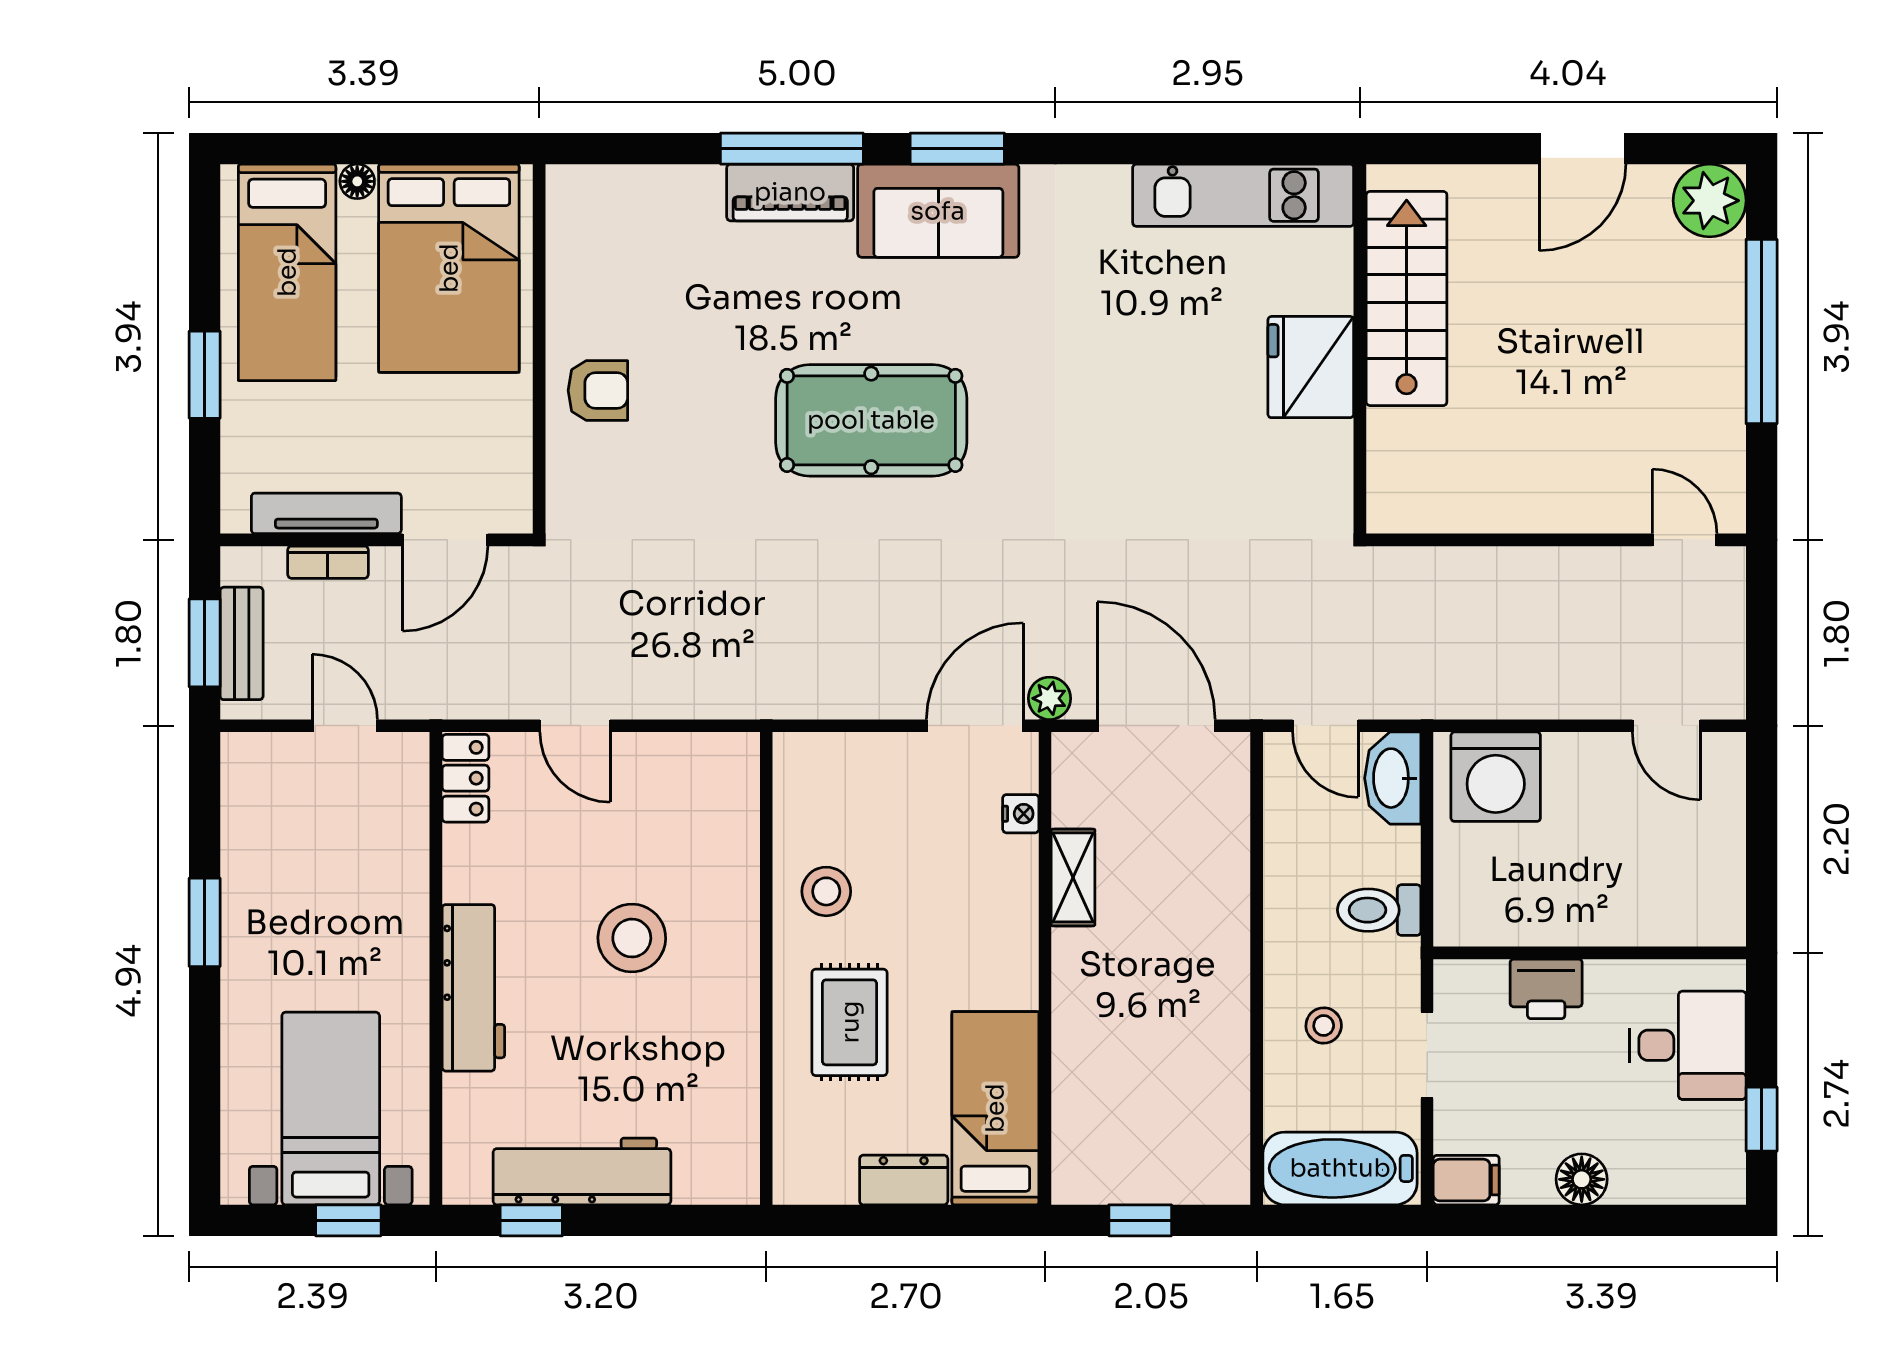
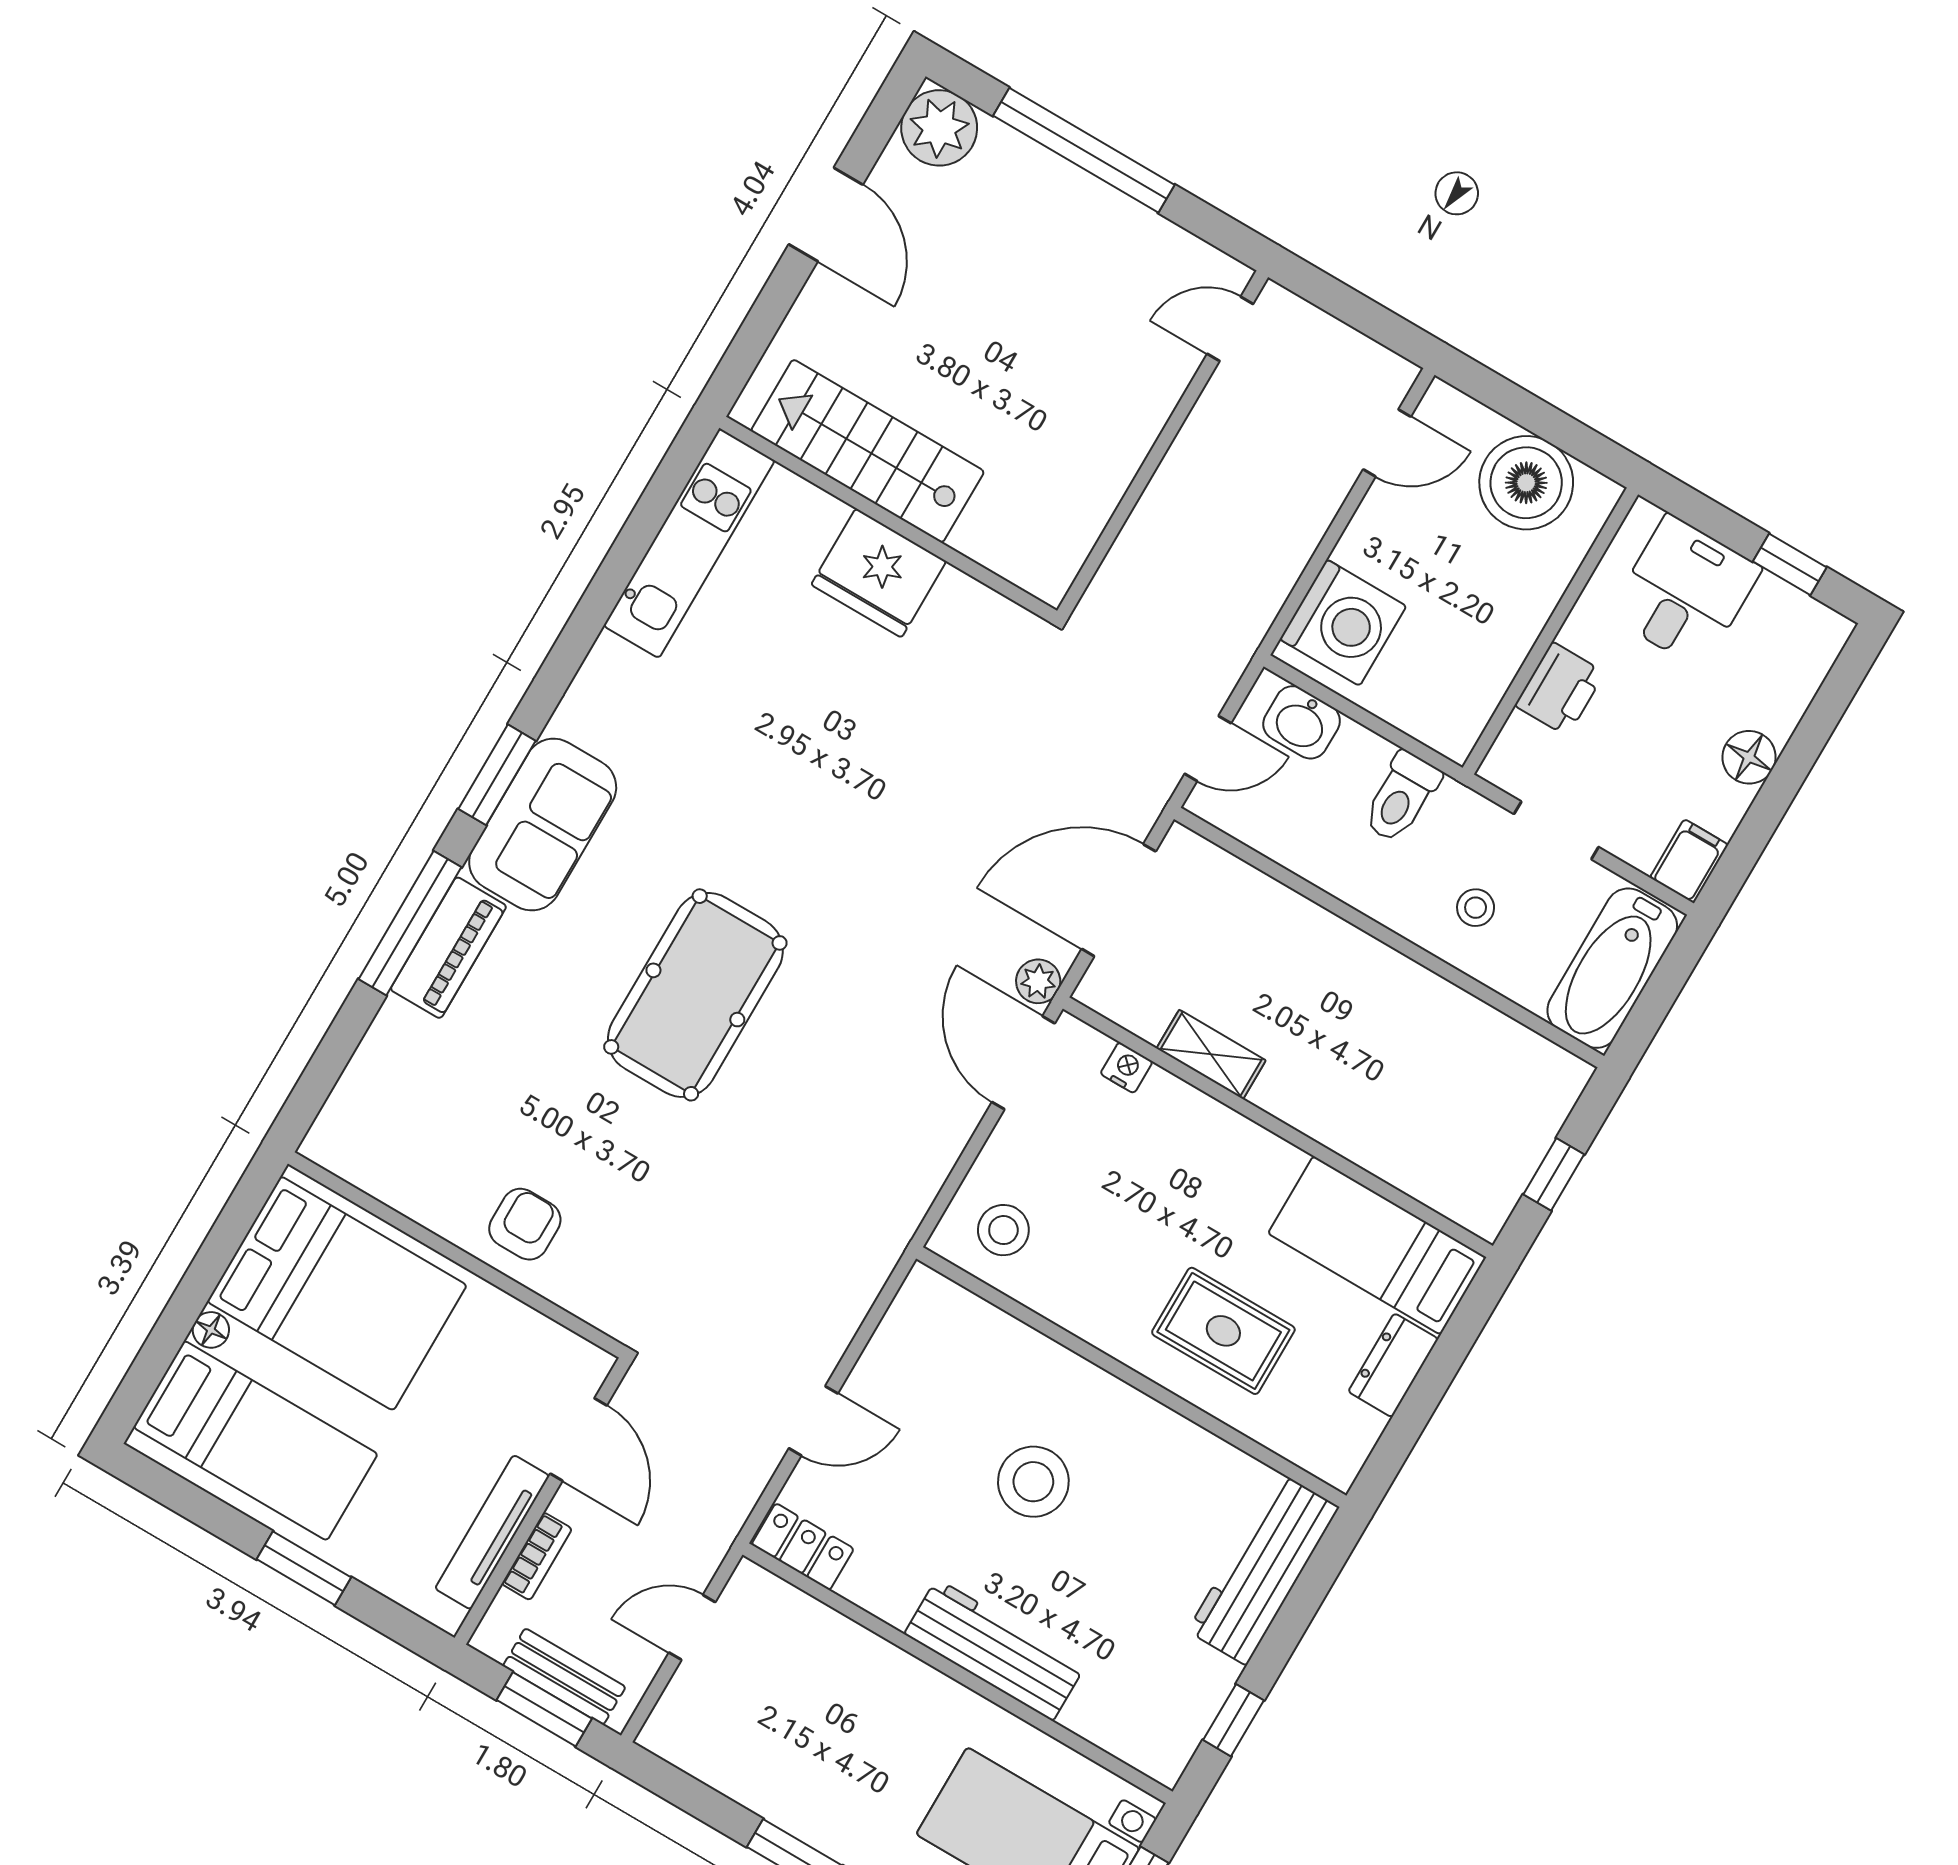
washbasin: (1393, 778) -> (1302, 722), width x0.72
boiler: (1701, 861) -> (1526, 483), added
stool: (826, 891) -> (1003, 1230), moved
workbench: (582, 1171) -> (1263, 1569), moved

